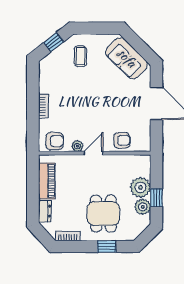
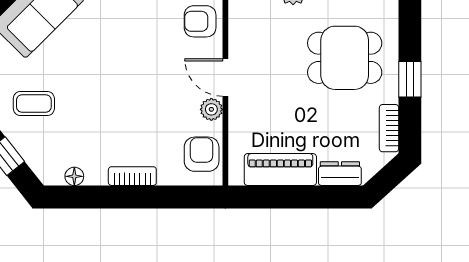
floor lamp: (43, 77) -> (74, 176), added
armchair: (122, 140) -> (200, 21), turned -90
window: (107, 247) -> (410, 79), moved

